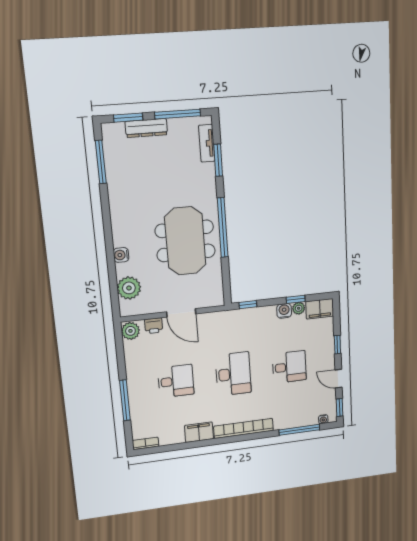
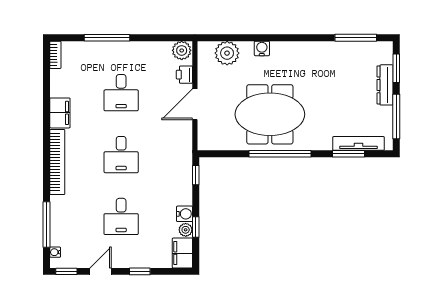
tv unit: (207, 143) -> (359, 143), width x1.41
desk: (233, 374) -> (121, 155), width x0.73

